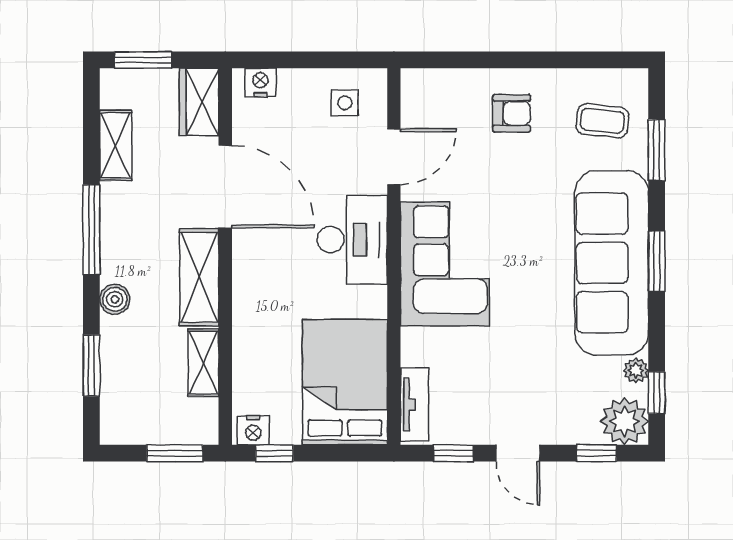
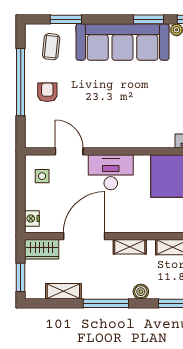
window: (532, 60) -> (21, 82), added
window: (657, 261) -> (149, 19), moved
corner sofa: (445, 264) -> (123, 126), removed
shelving: (199, 277) -> (130, 247), width x0.67, depth x0.75

